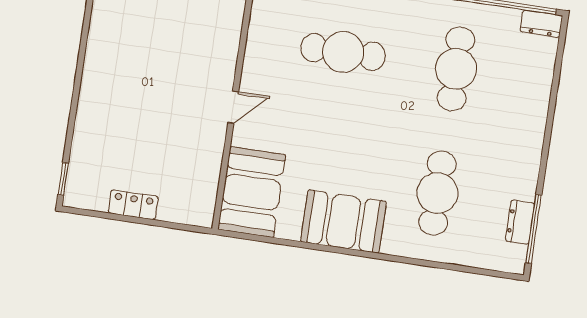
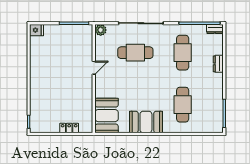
door: (233, 107) -> (94, 68), moved
locker: (133, 205) -> (69, 128), moved
dresser: (520, 222) -> (218, 64), moved

